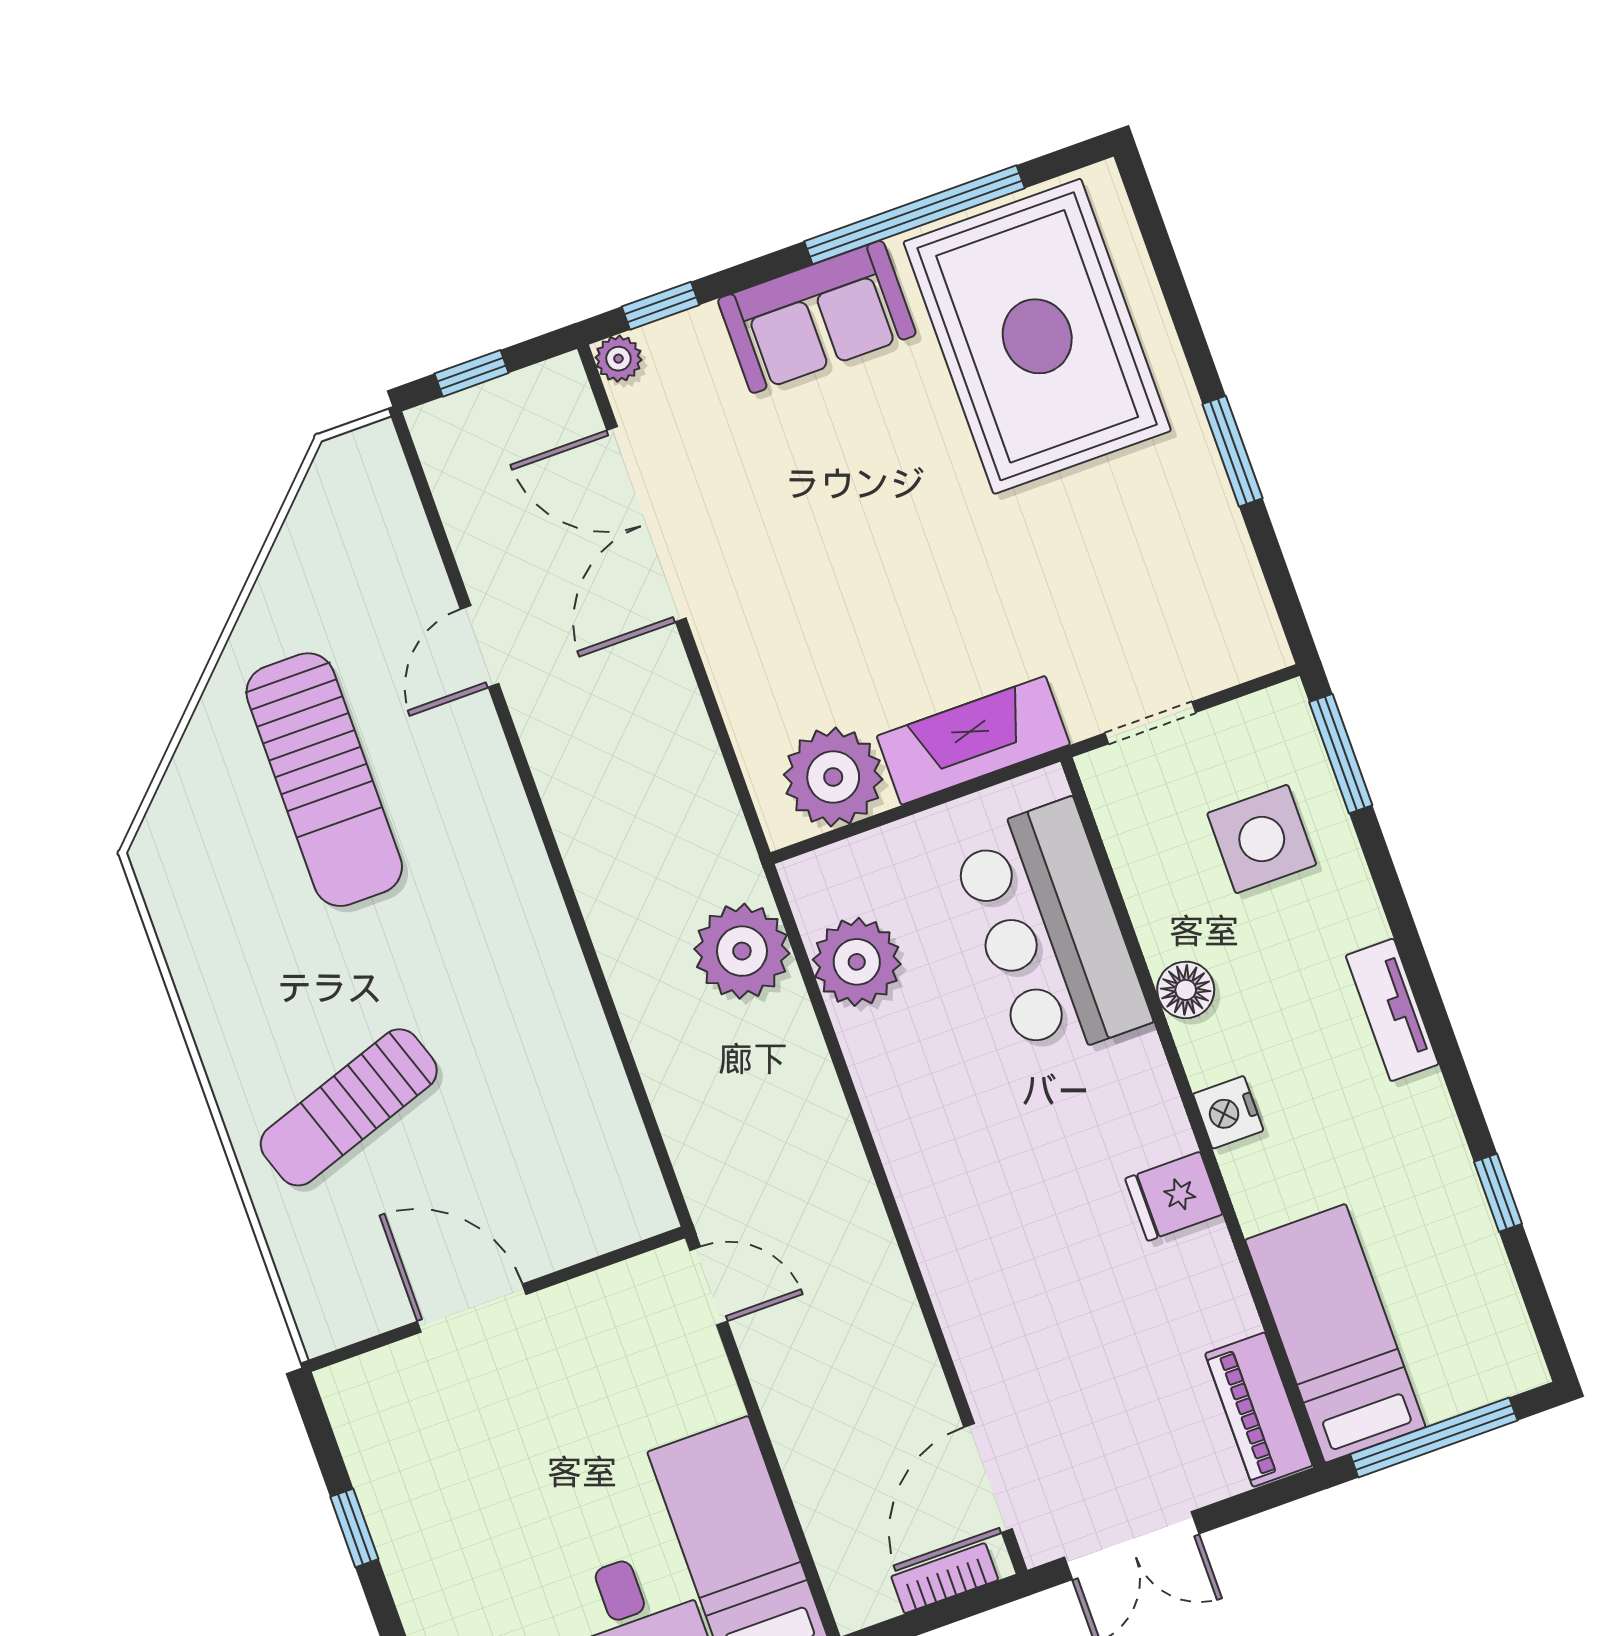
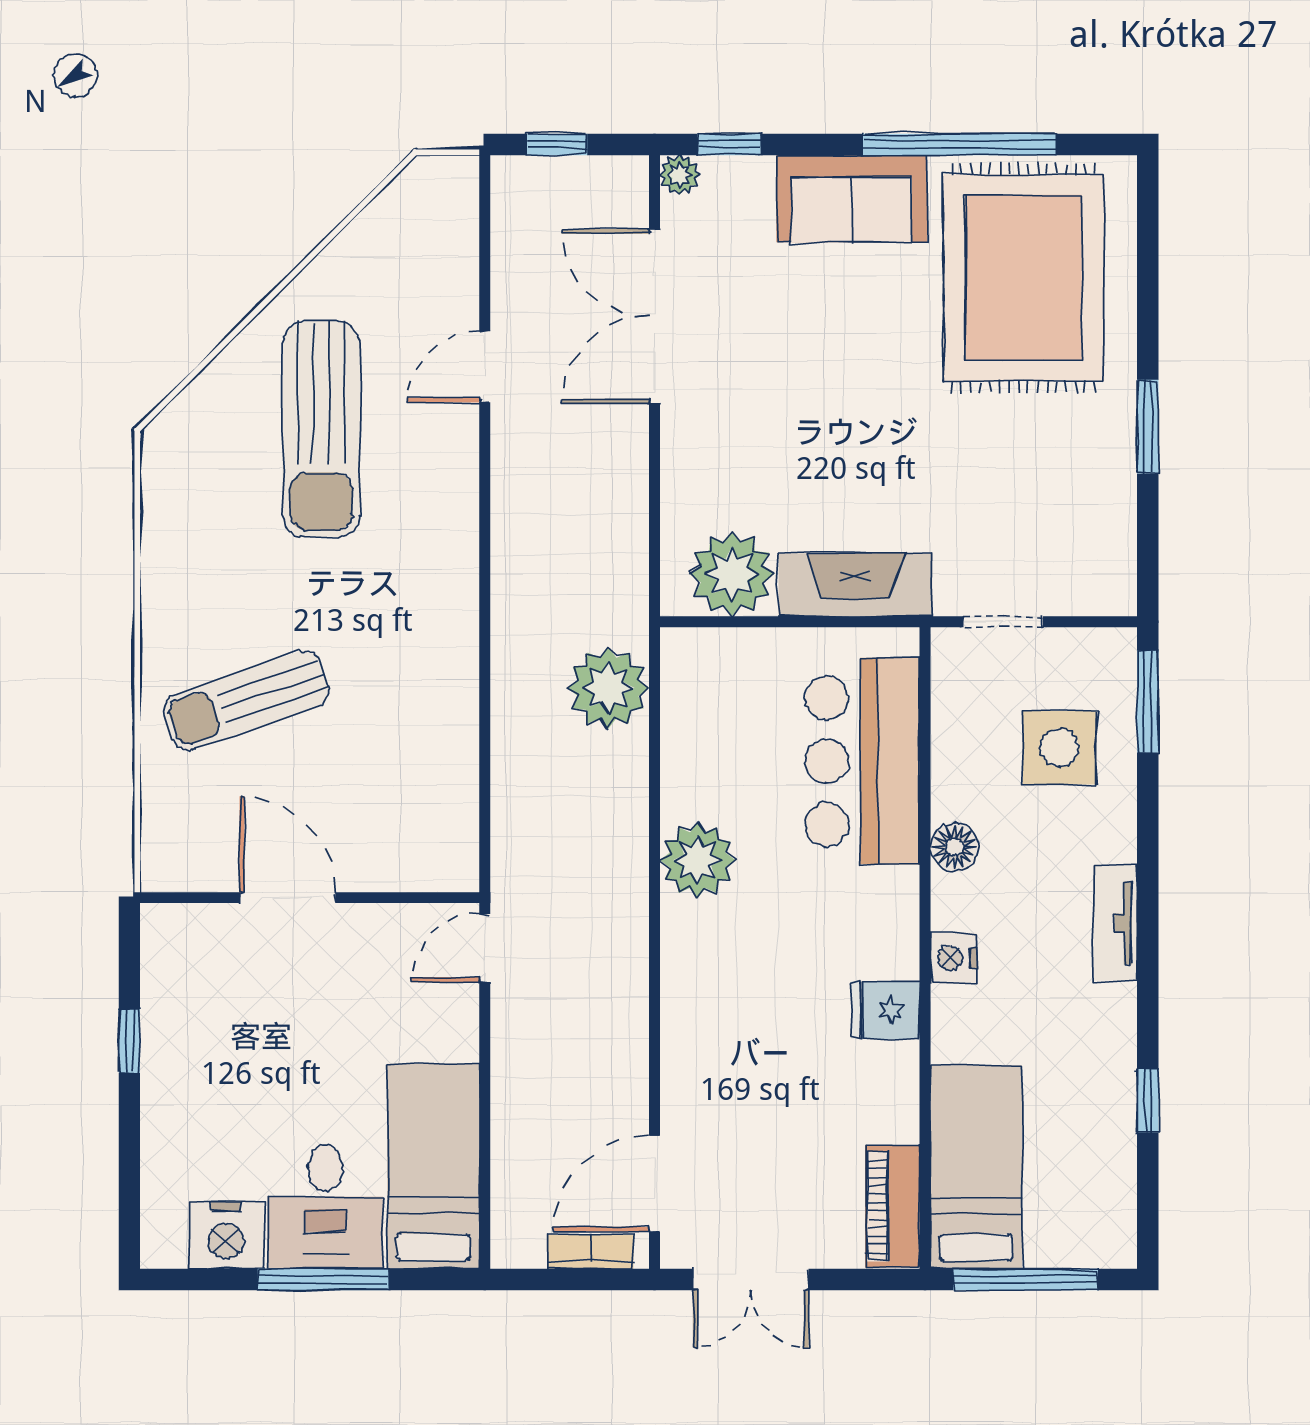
plant: (857, 962) -> (698, 860), moved
door: (709, 1286) -> (485, 948), swing flipped

